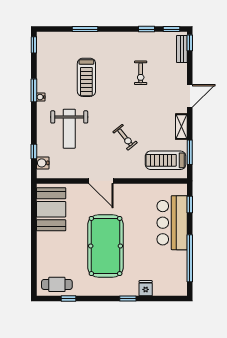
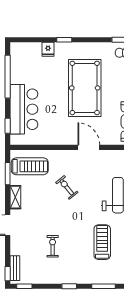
window: (147, 29) -> (69, 286), moved

